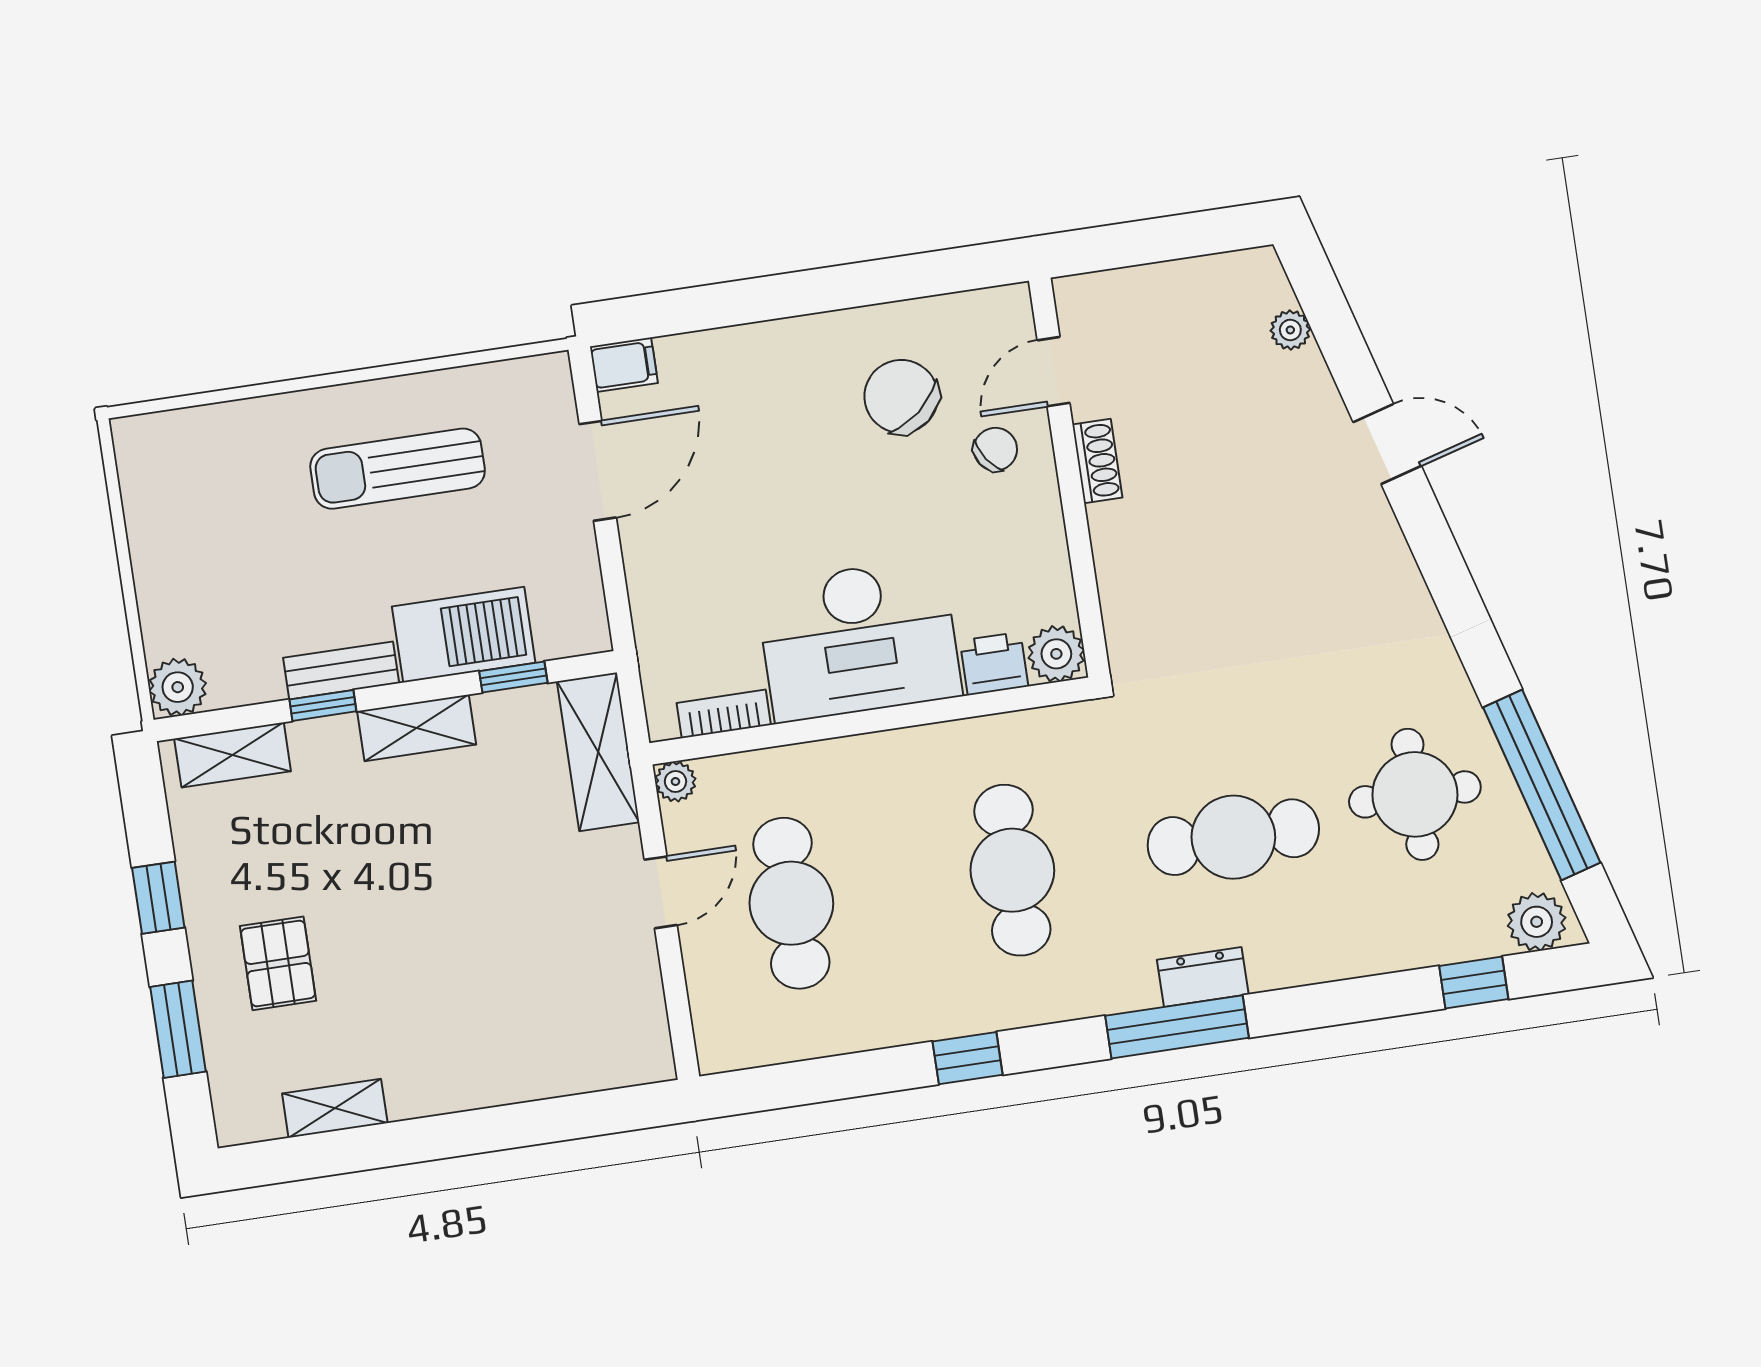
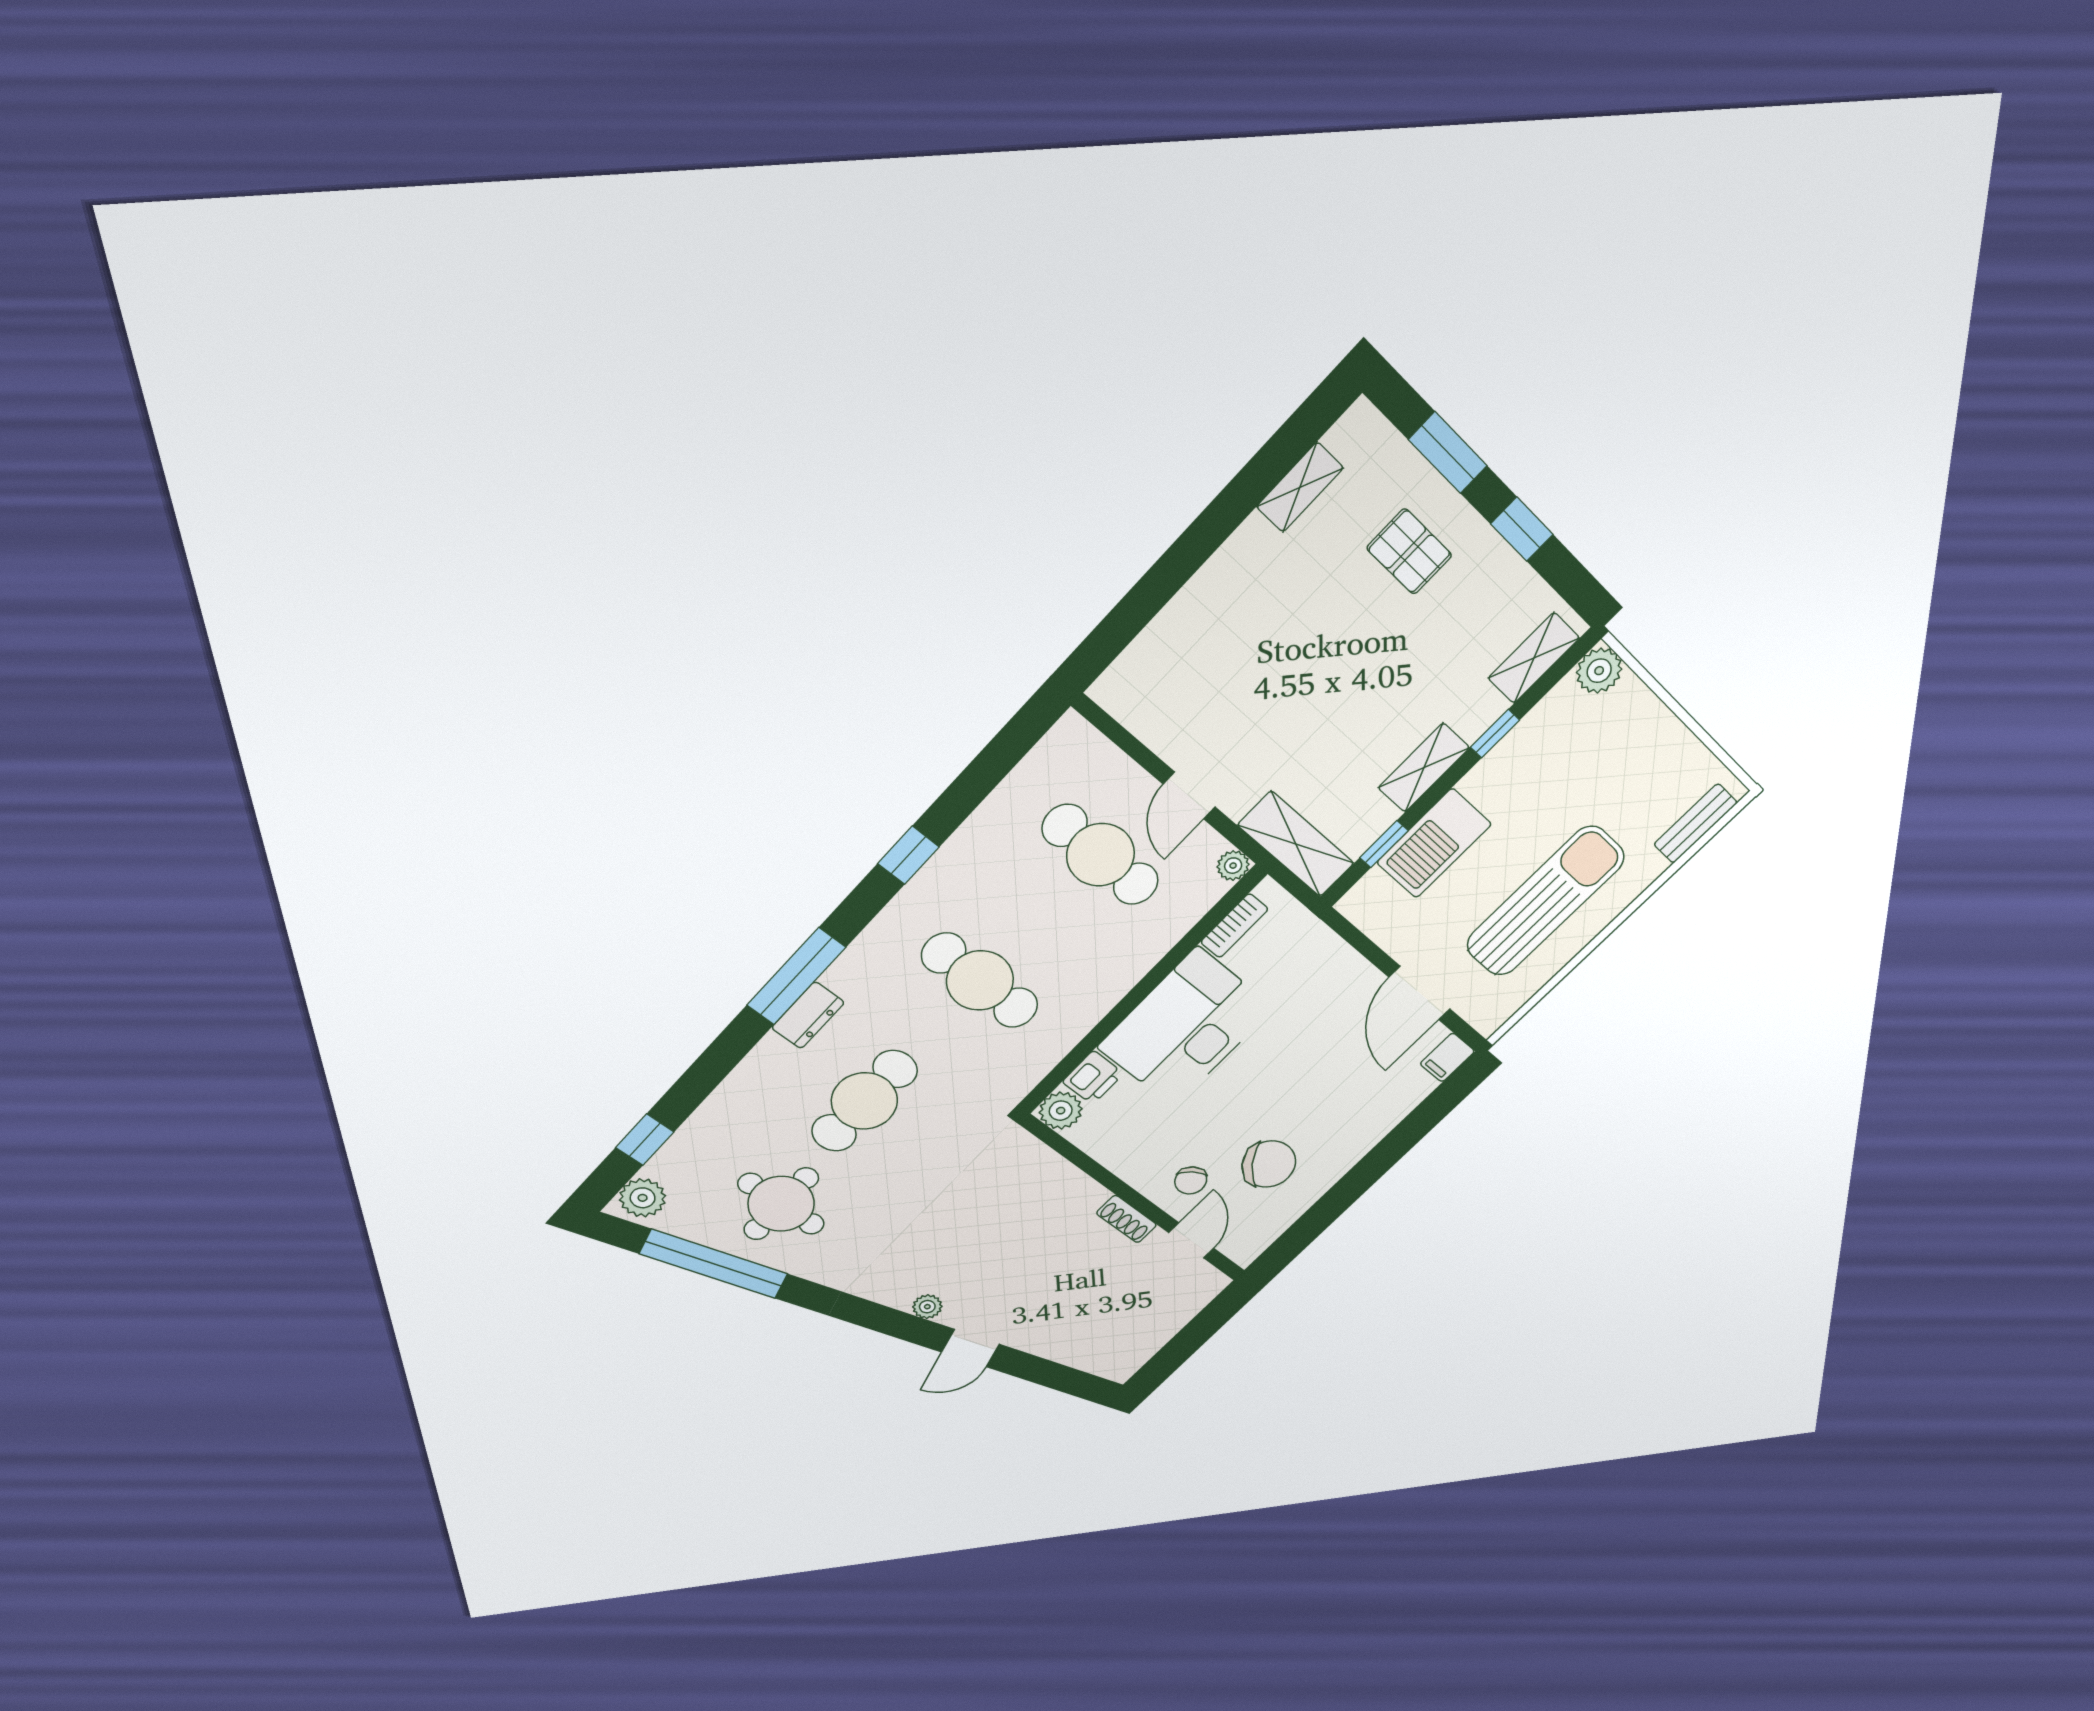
plant: (1290, 330) -> (927, 1307), moved
sun lounger: (398, 469) -> (1545, 901), width x1.36, depth x1.34
bench: (341, 670) -> (1695, 823), moved

